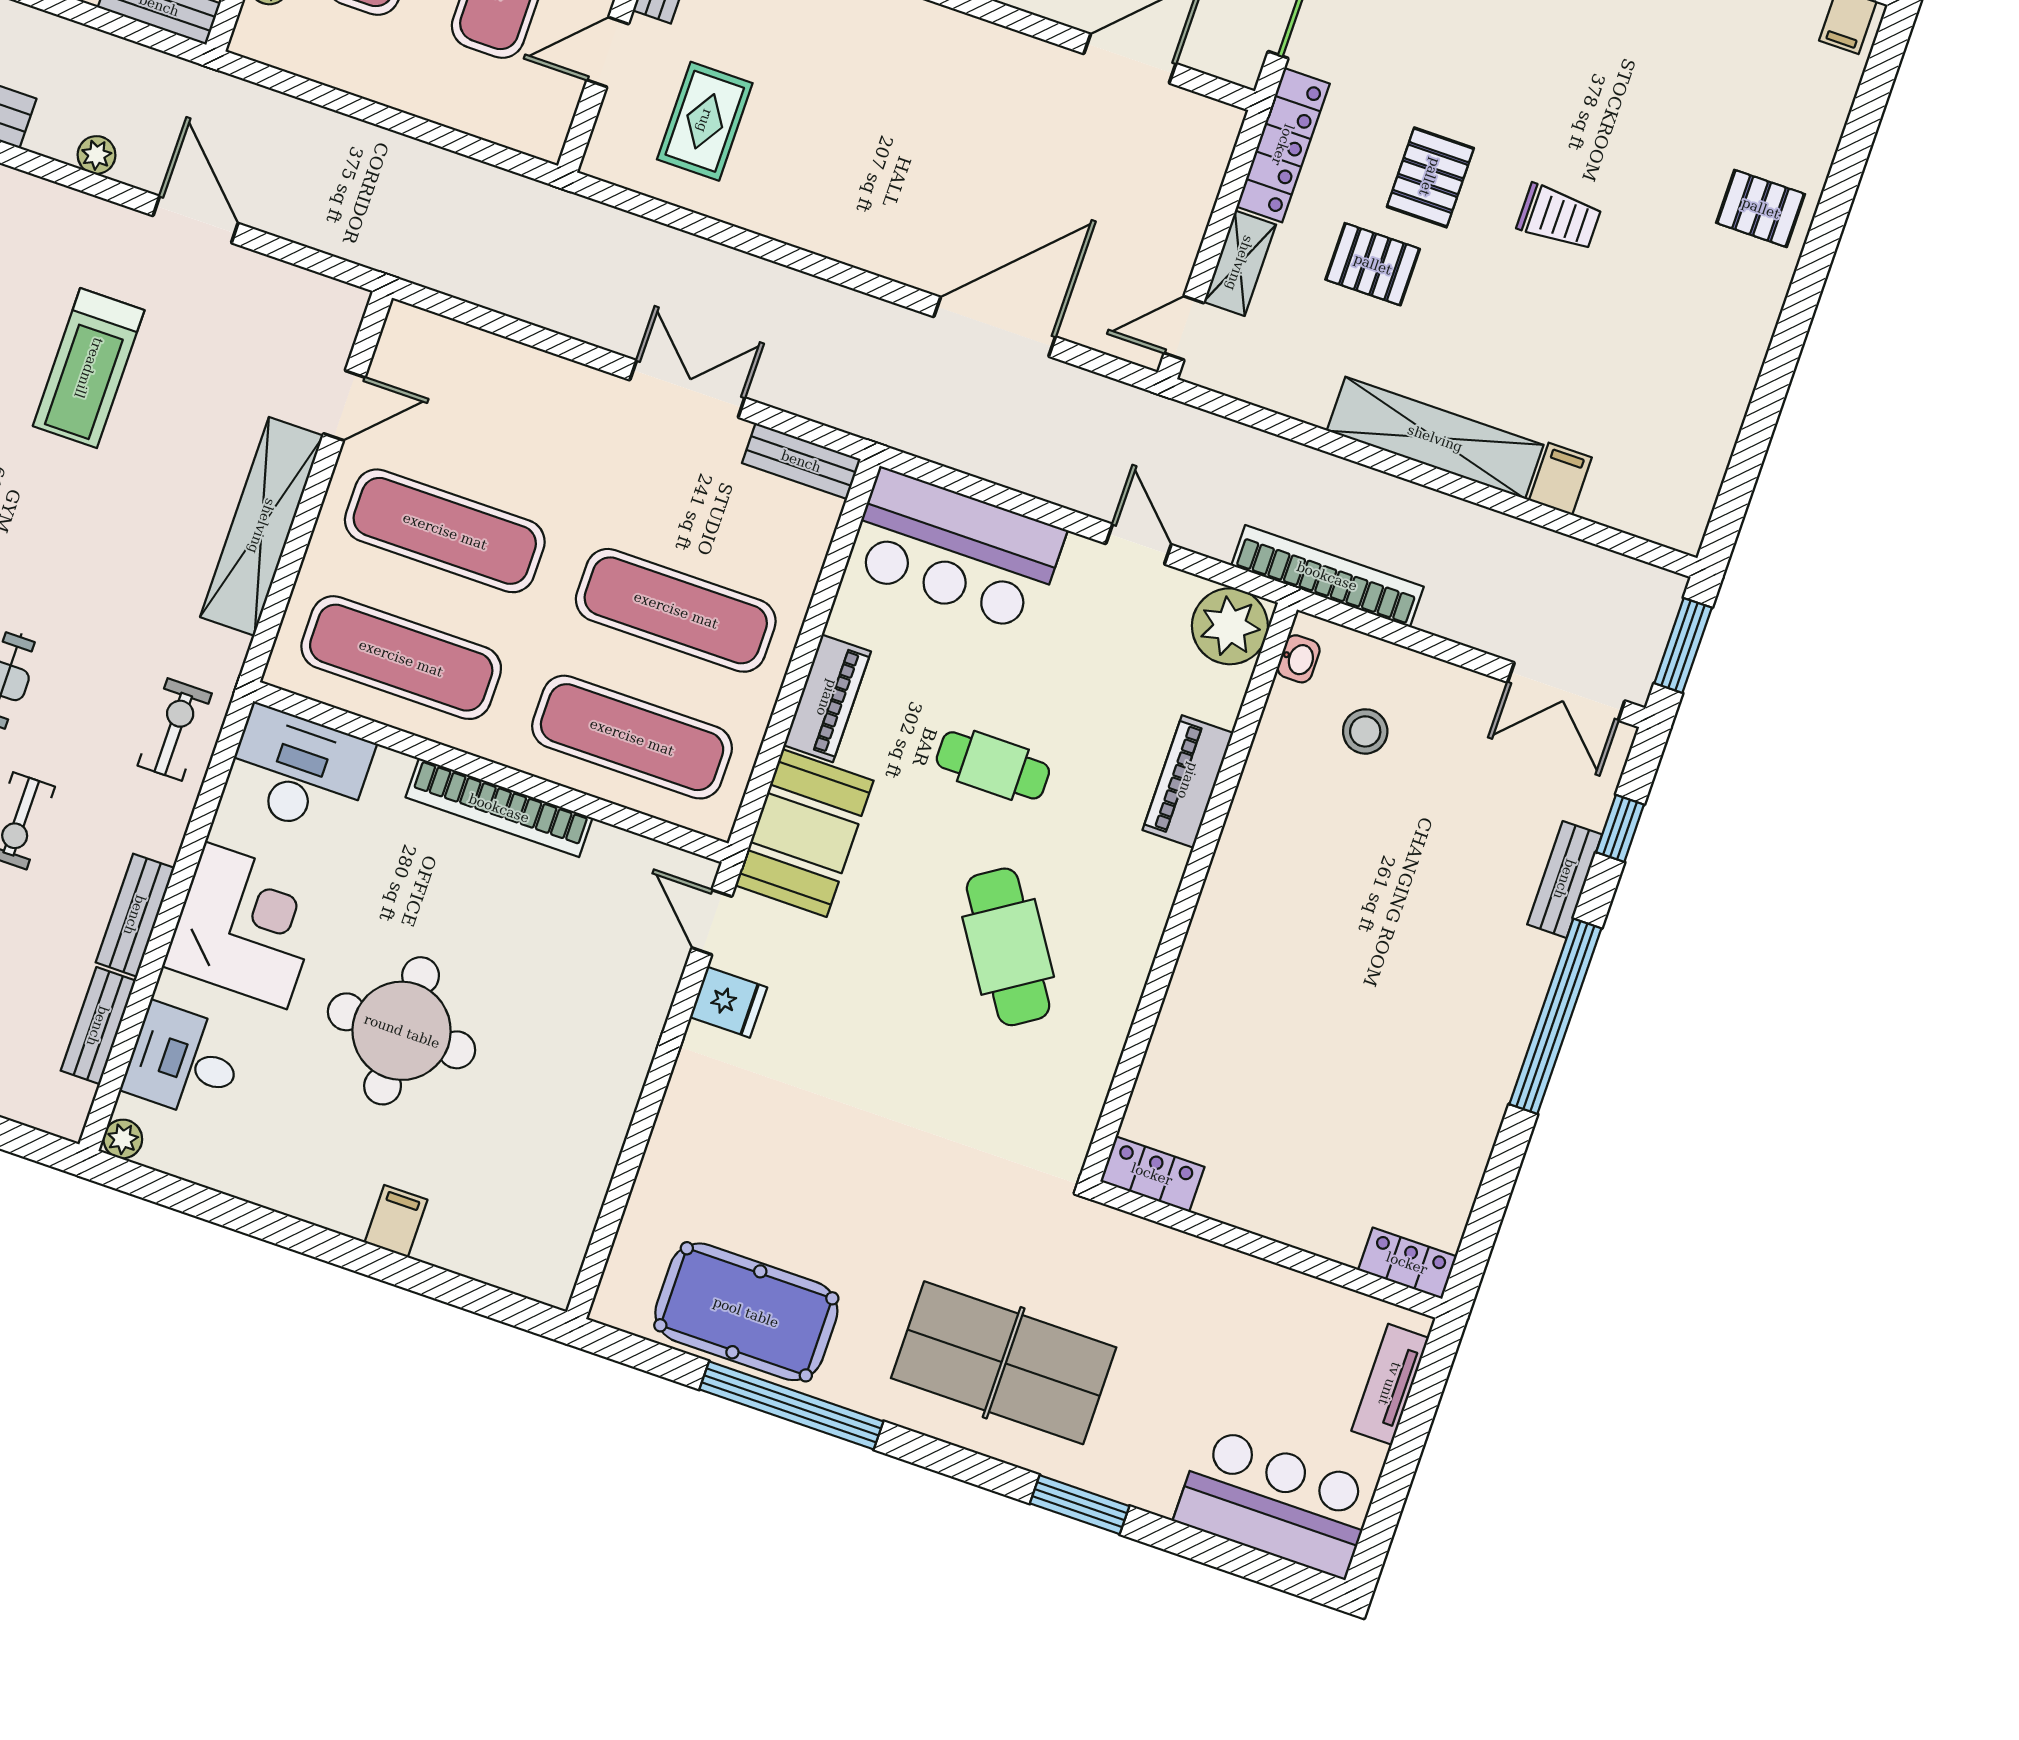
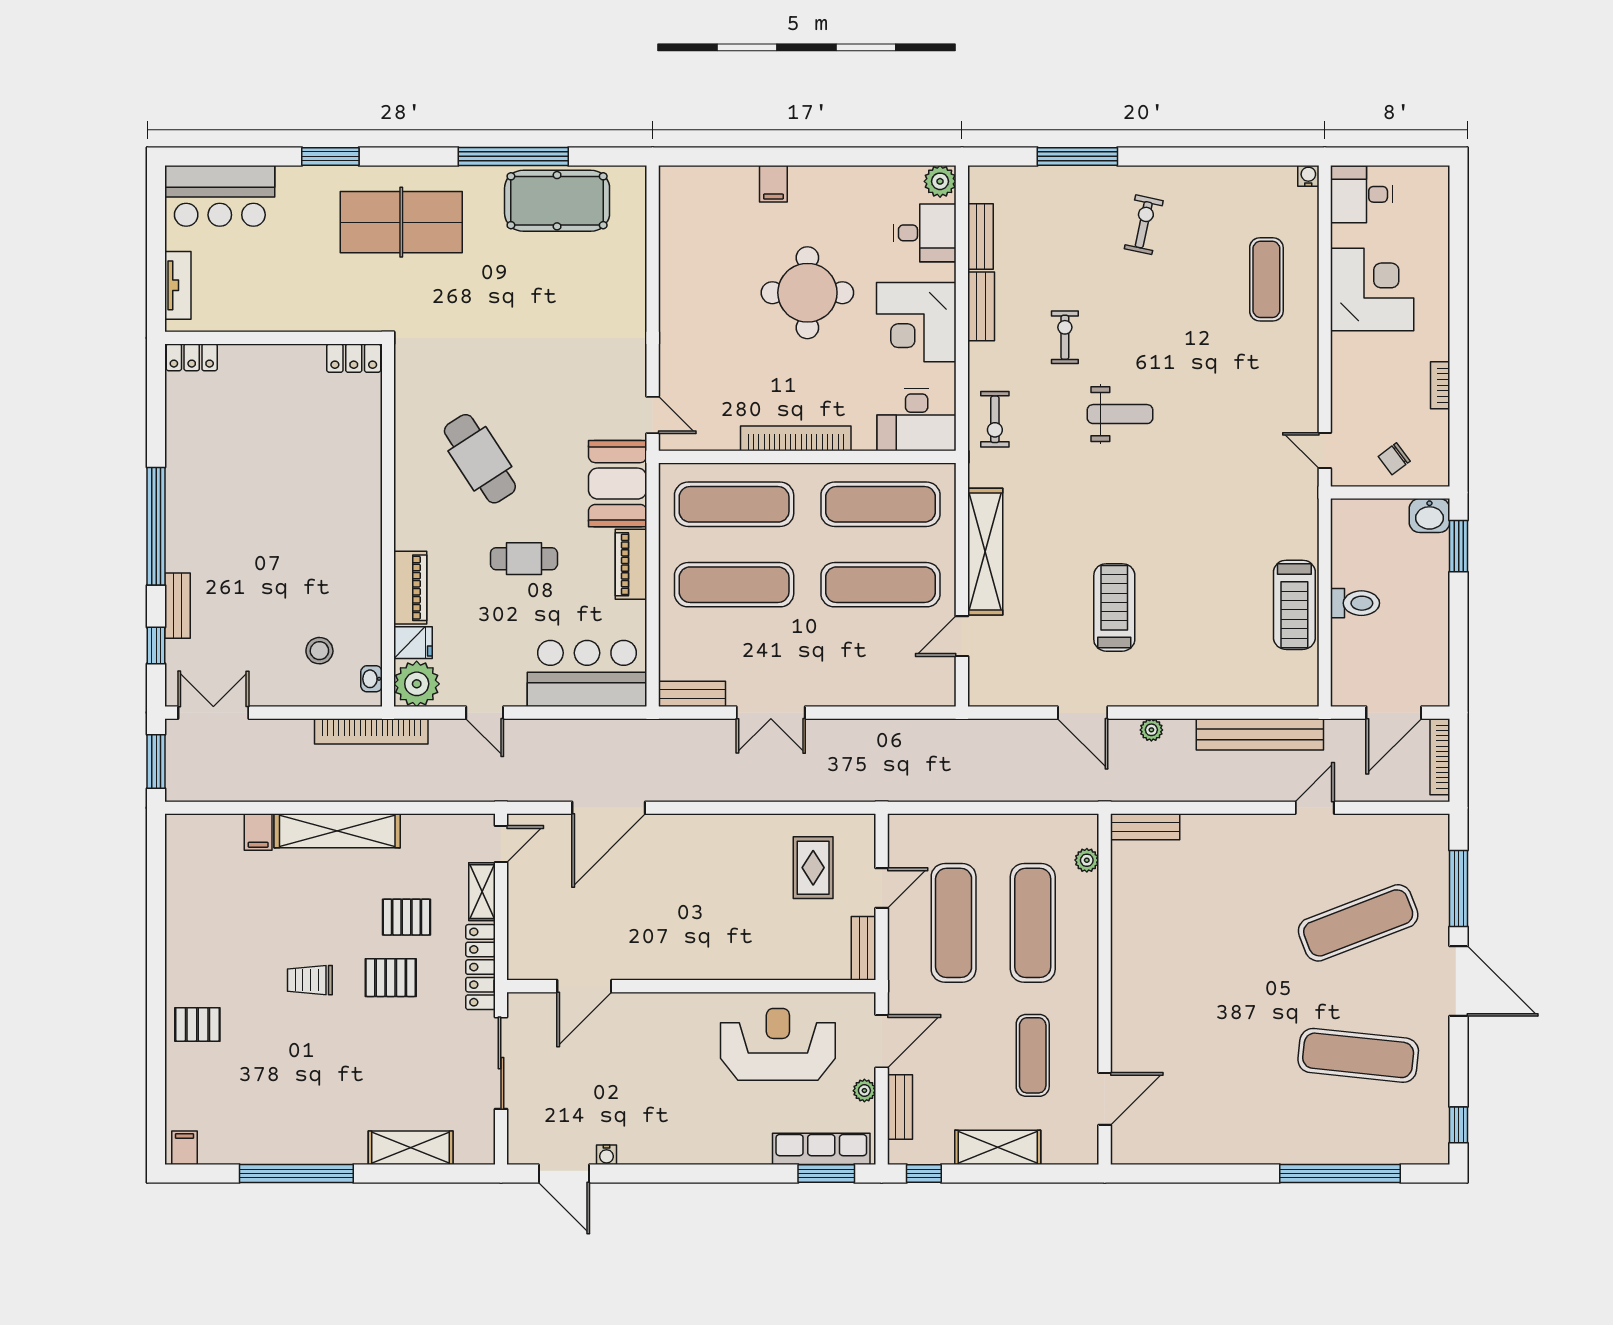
pallet: (1430, 177) -> (391, 978), turned 90
fridge: (729, 1002) -> (413, 643), moved, turned 180
plant: (123, 1139) -> (940, 181), width x1.38, depth x1.38

